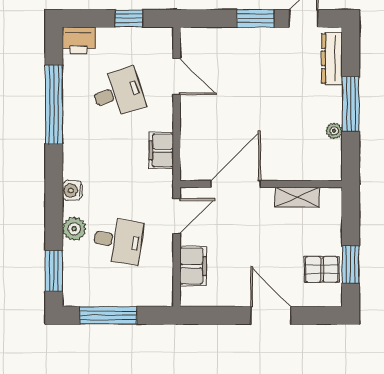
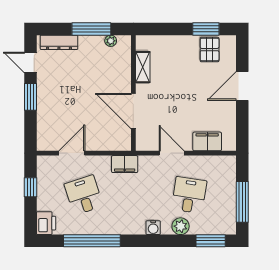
door: (236, 184) -> (133, 111), moved
wall: (261, 184) -> (133, 93), moved
shelving: (297, 197) -> (143, 67), moved

